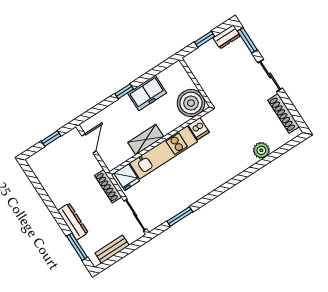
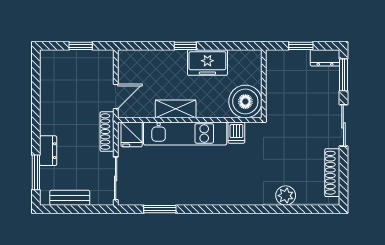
door: (89, 143) -> (116, 97), moved
dresser: (73, 222) -> (48, 151), width x0.70

